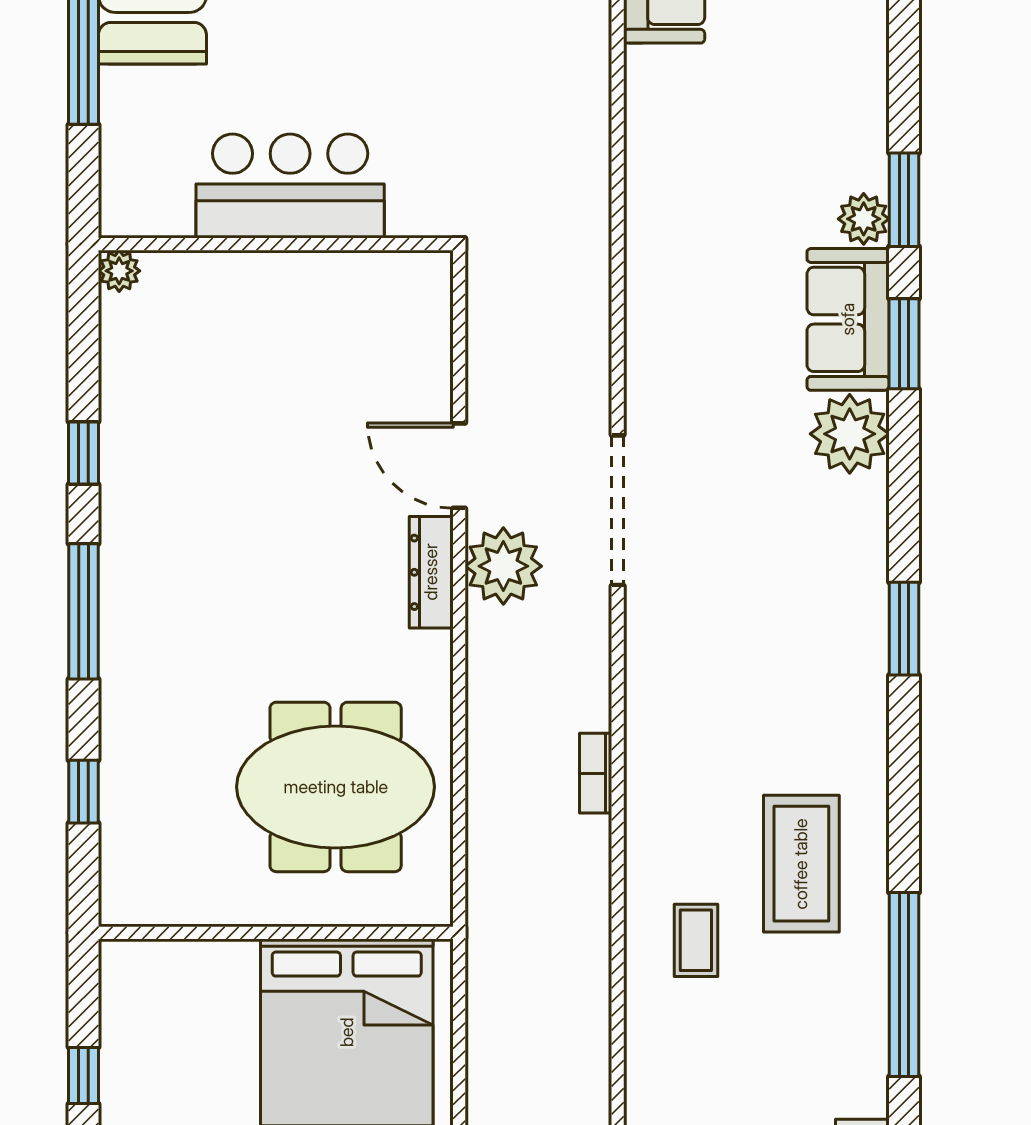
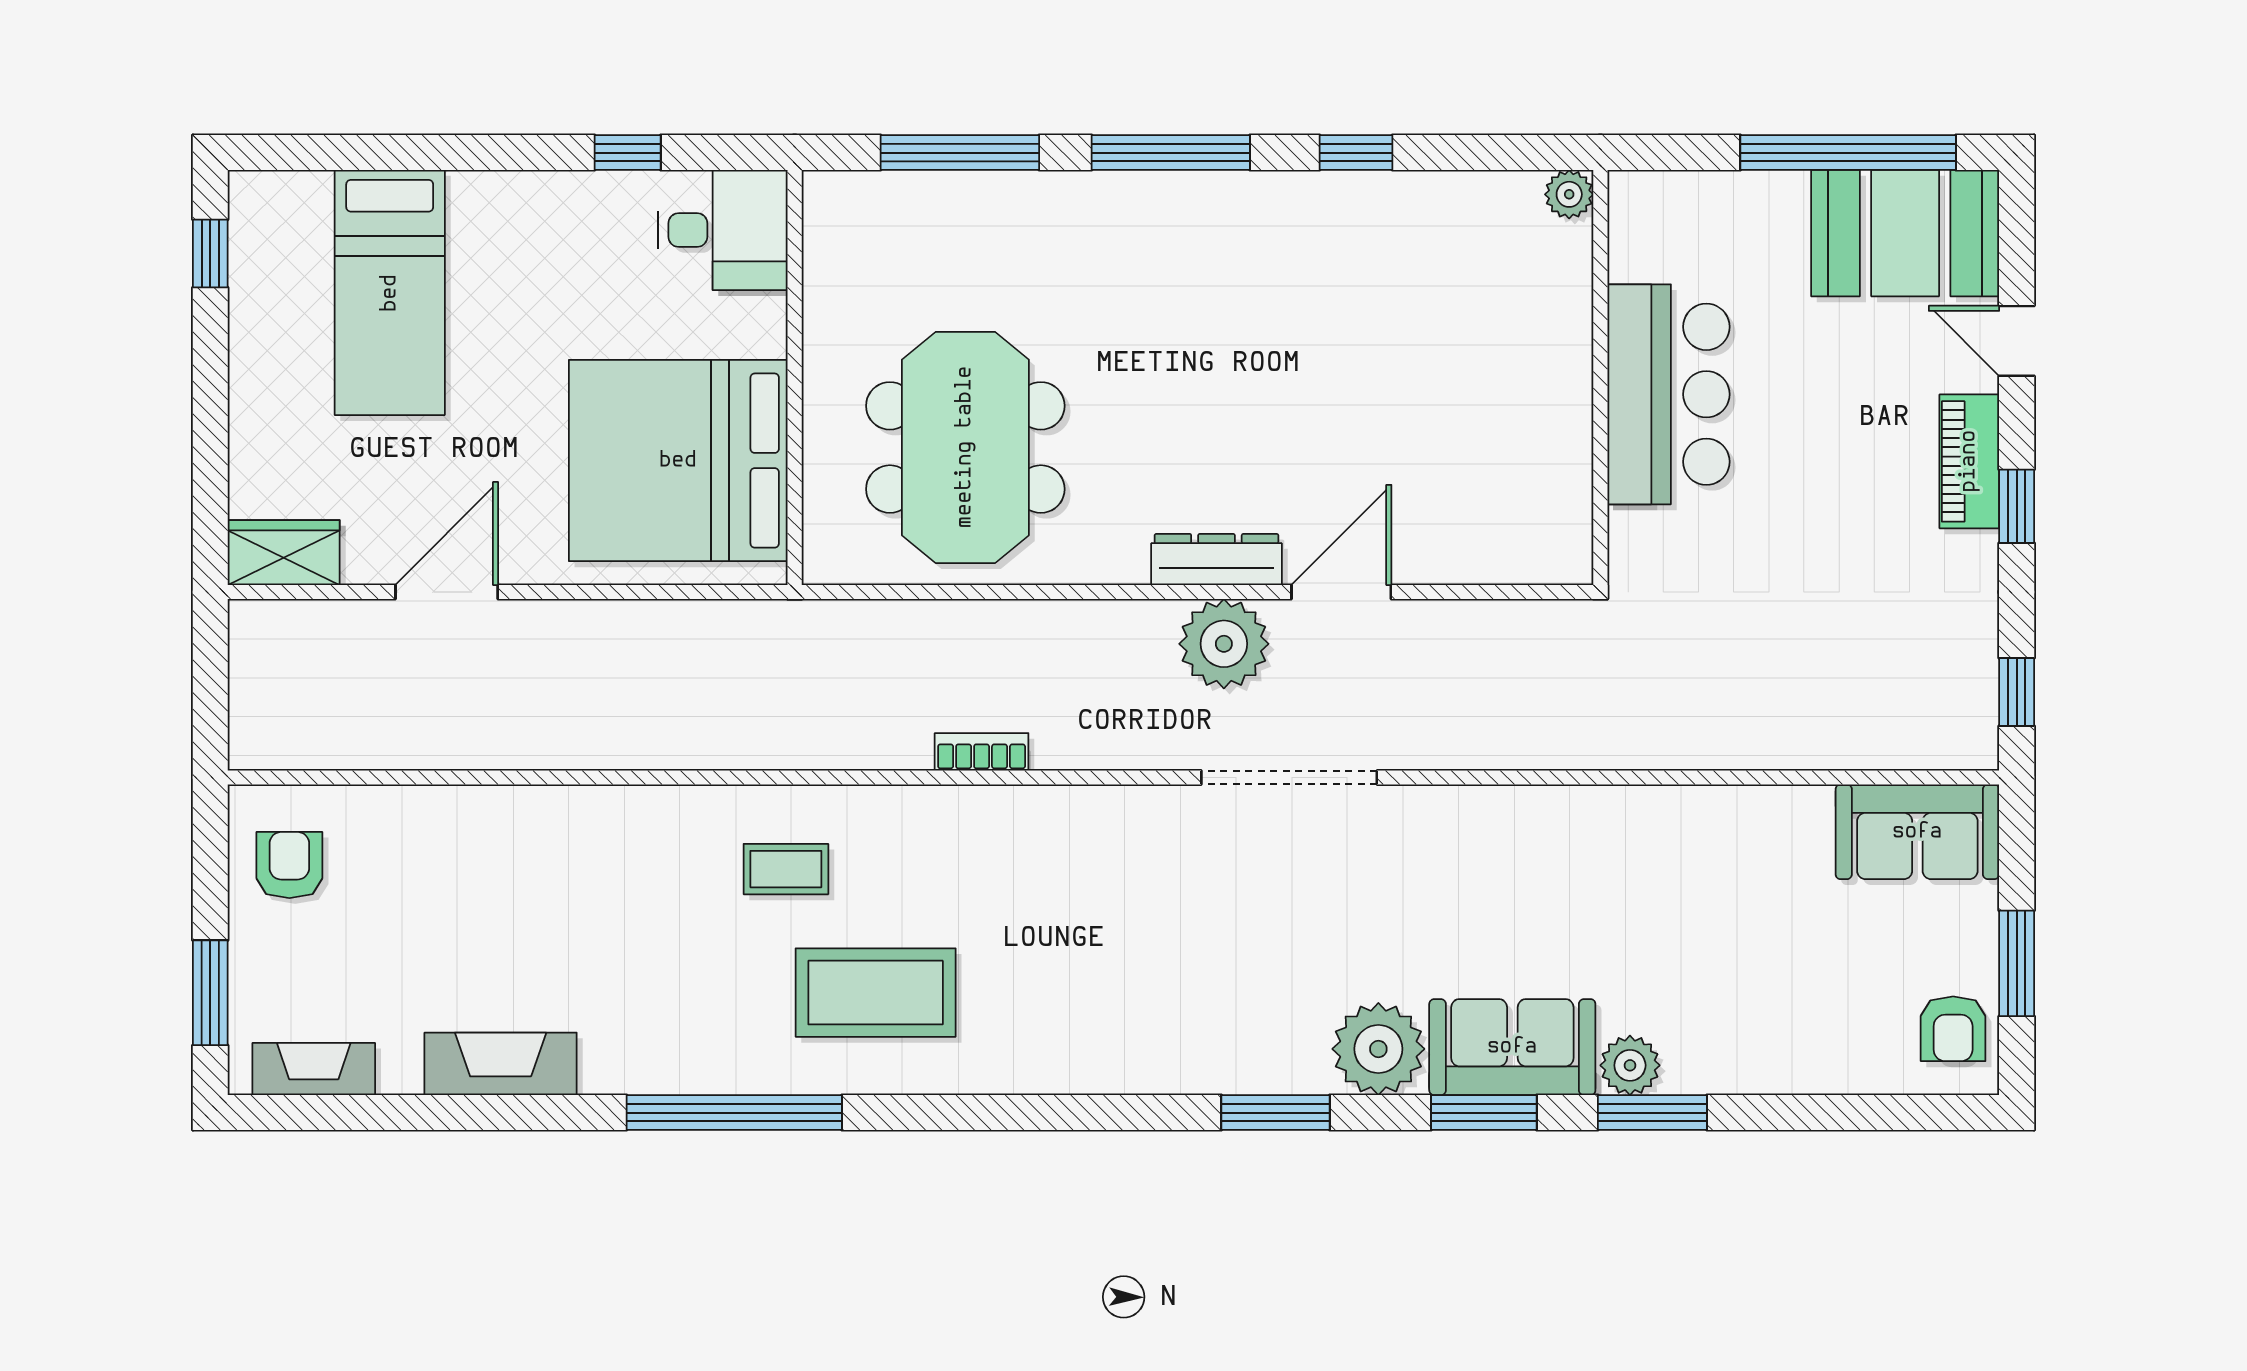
window: (904, 629) -> (1276, 1113), moved
window: (84, 792) -> (960, 153), width x2.17
desk: (150, 994) -> (723, 230), added

